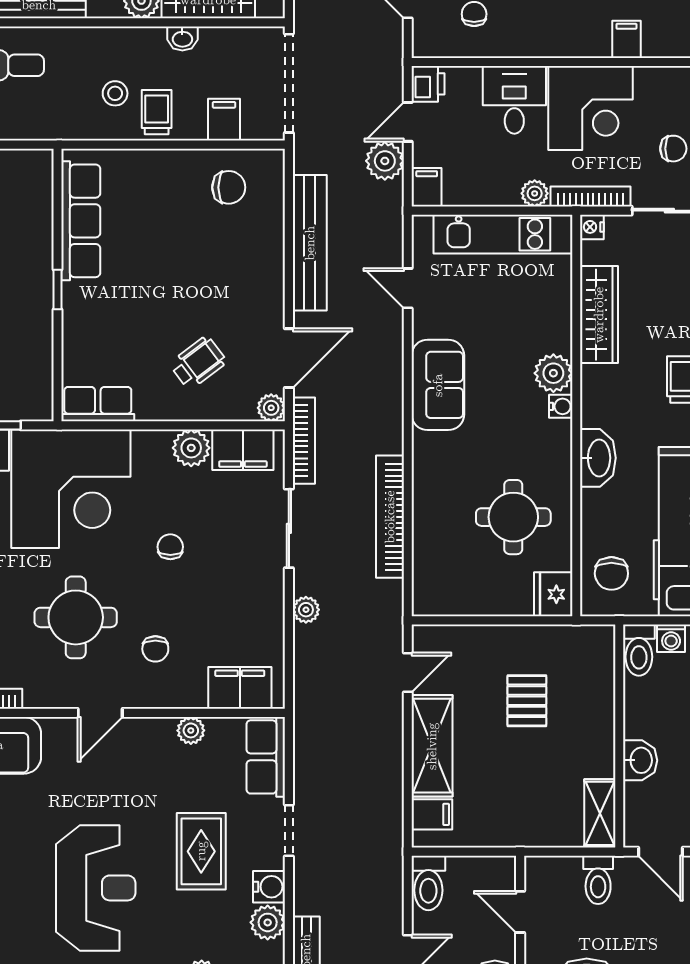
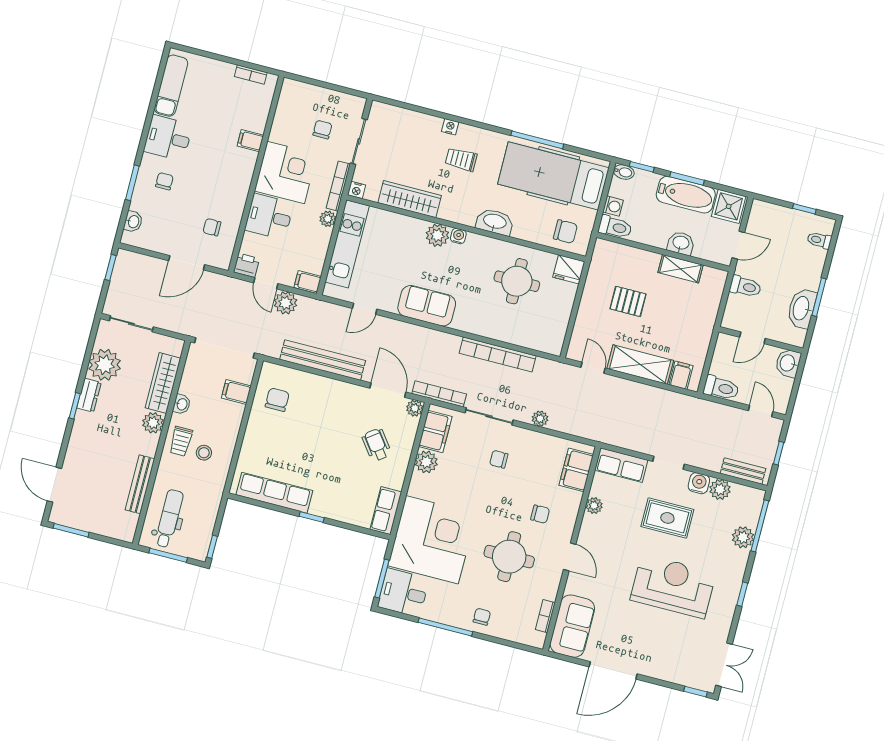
trolley: (157, 112) -> (181, 441), moved, turned -90
chair: (170, 547) -> (499, 459), moved
shelving: (600, 813) -> (681, 269), moved

